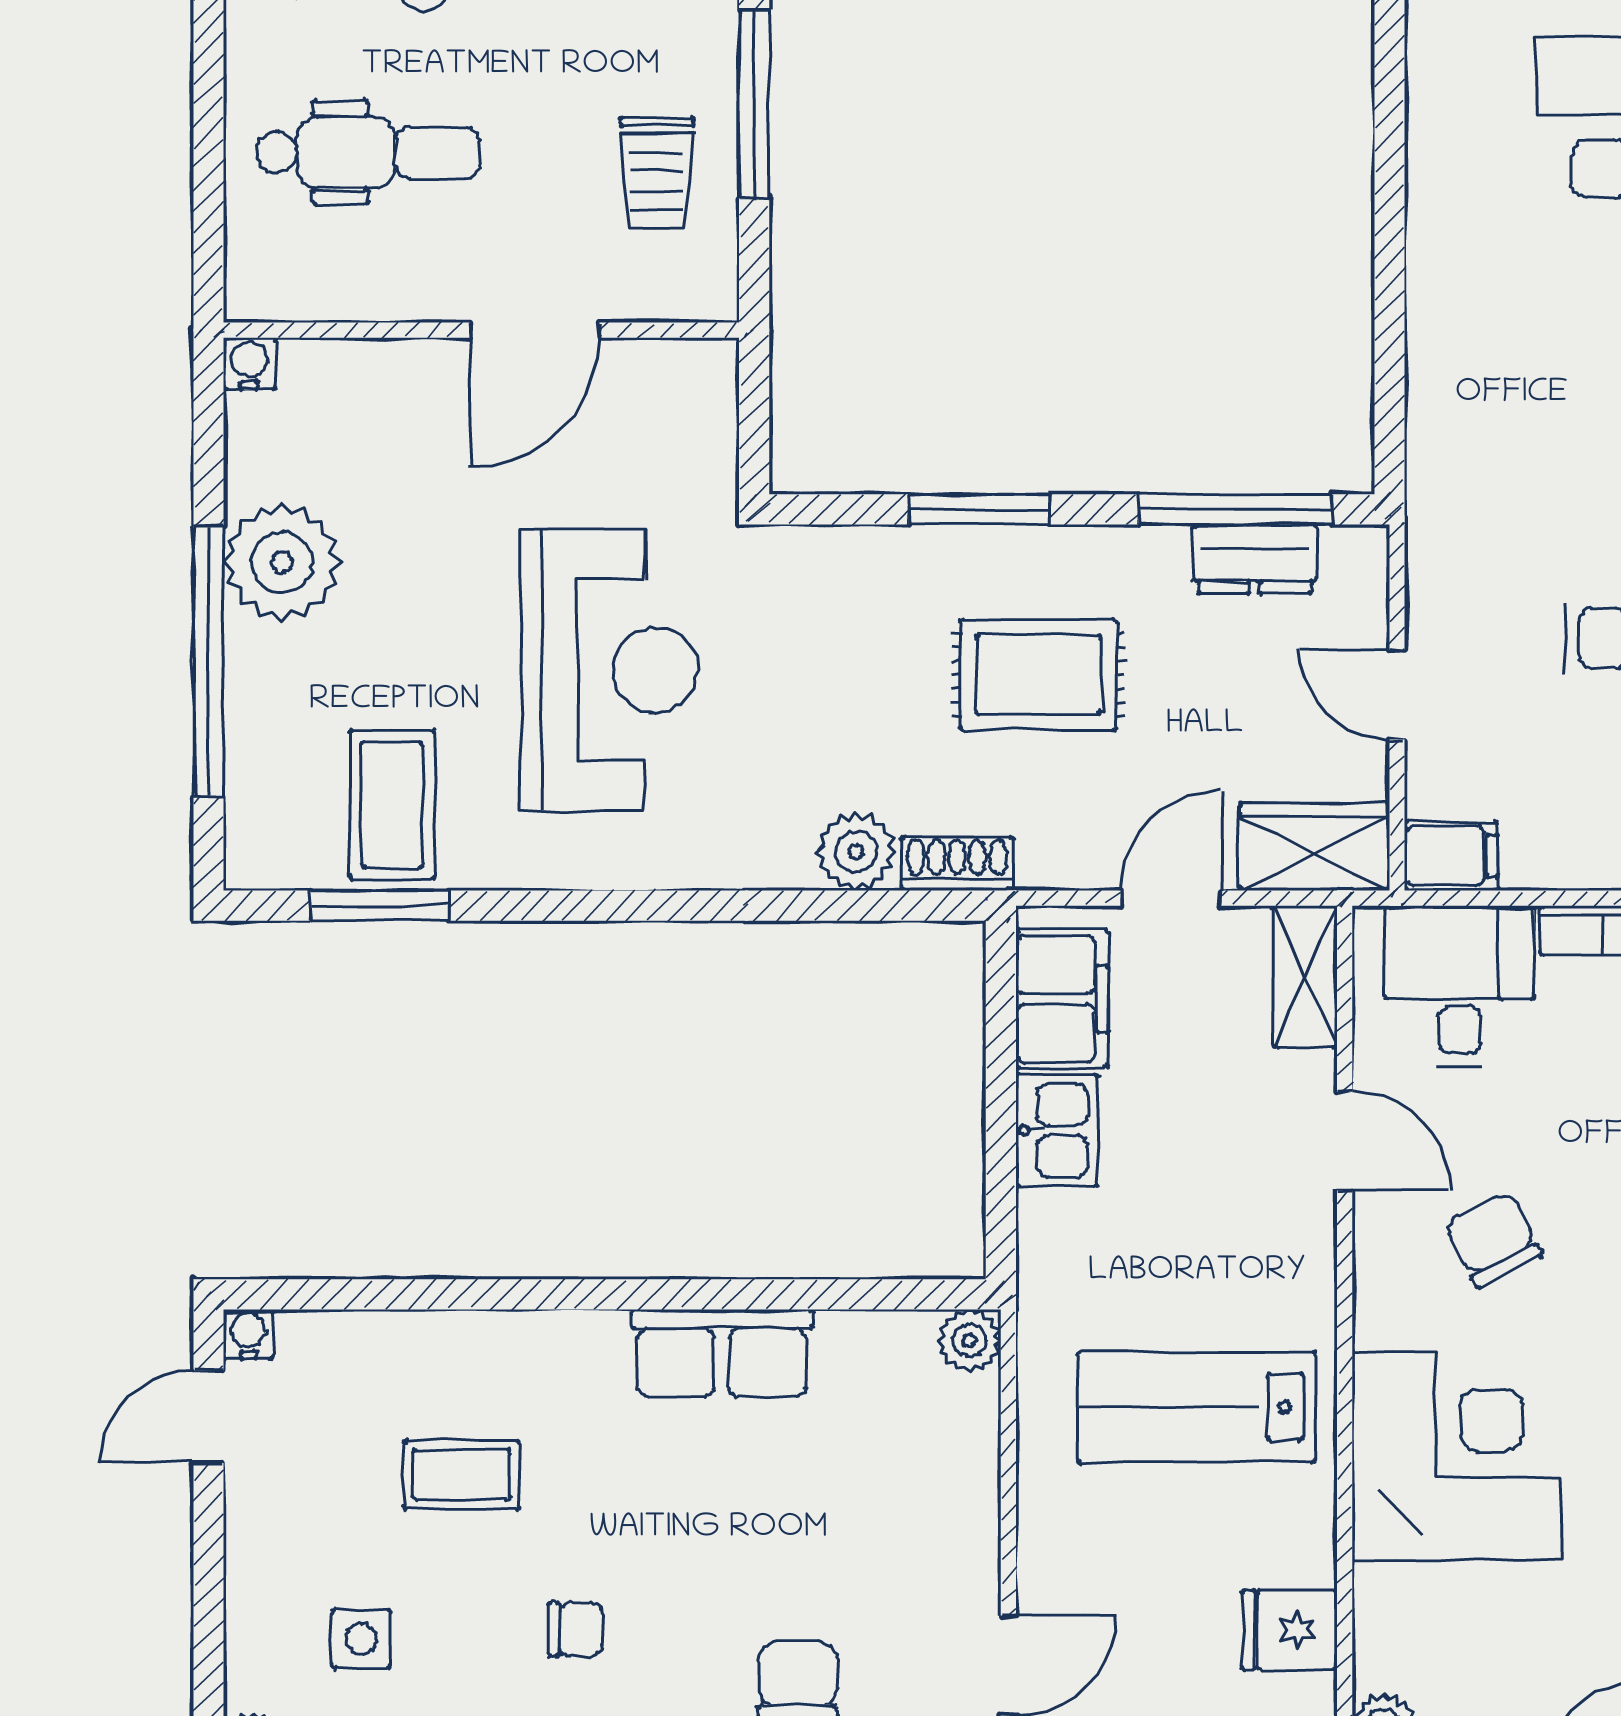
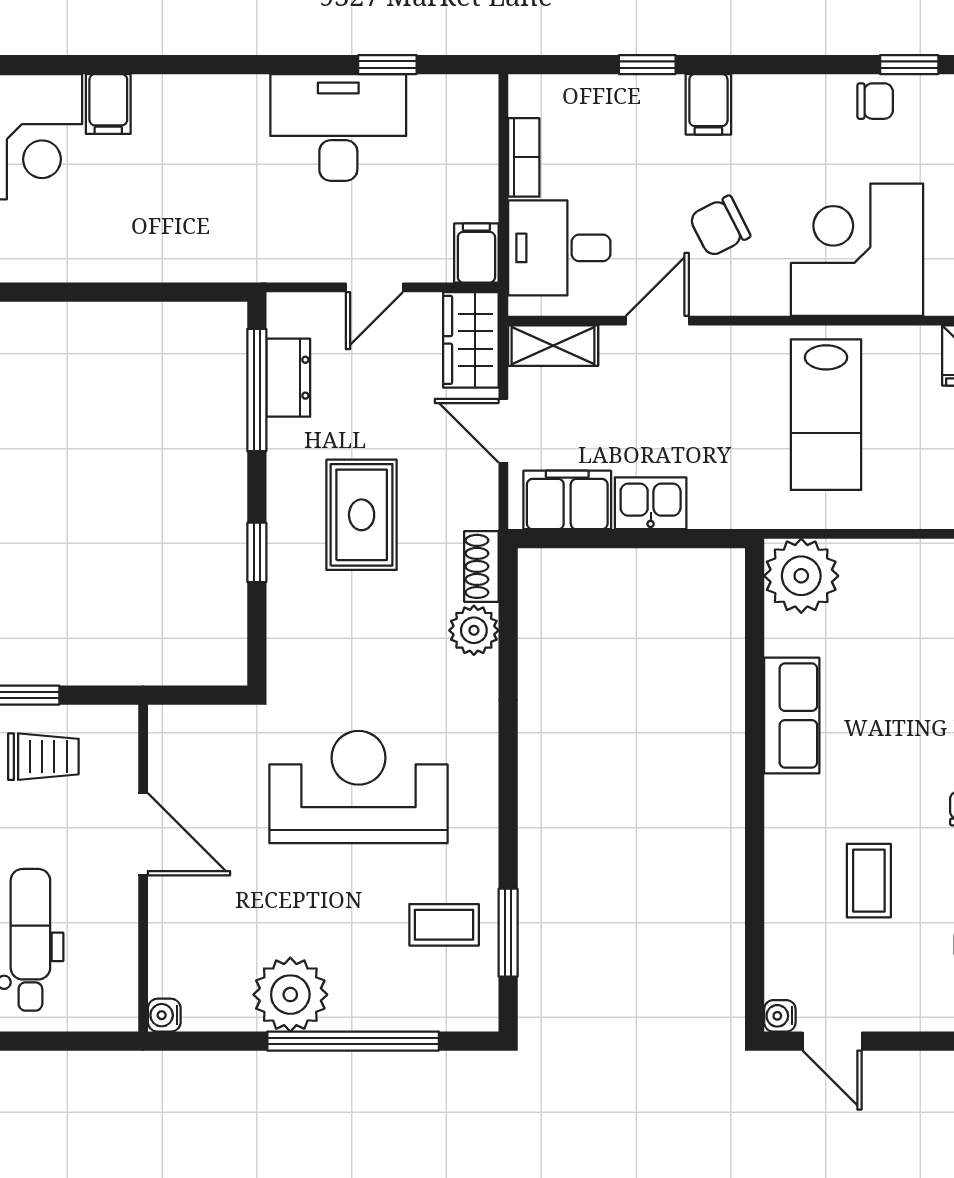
window: (979, 509) -> (257, 552), width x0.67
coffee table: (392, 805) -> (444, 925), width x0.73, depth x0.77
plant: (970, 1341) -> (801, 576), width x1.87, depth x1.87

